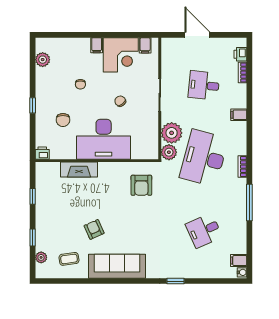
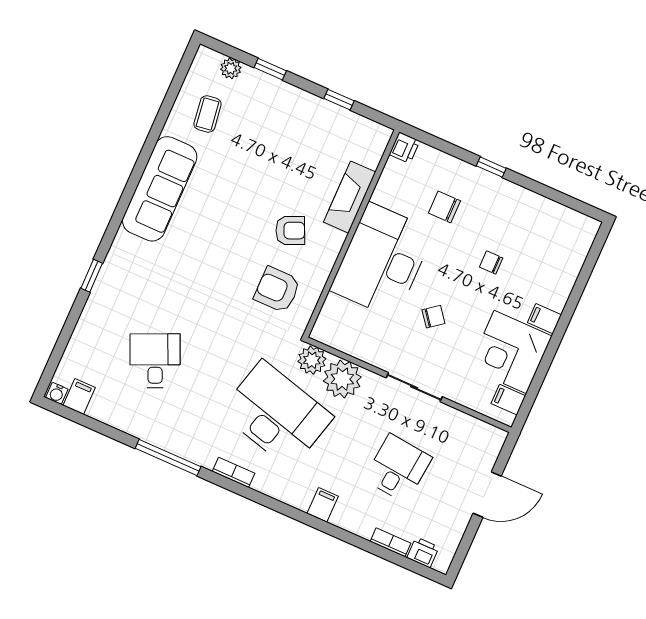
plant: (43, 60) -> (560, 218), removed
armchair: (94, 229) -> (290, 231), moved

